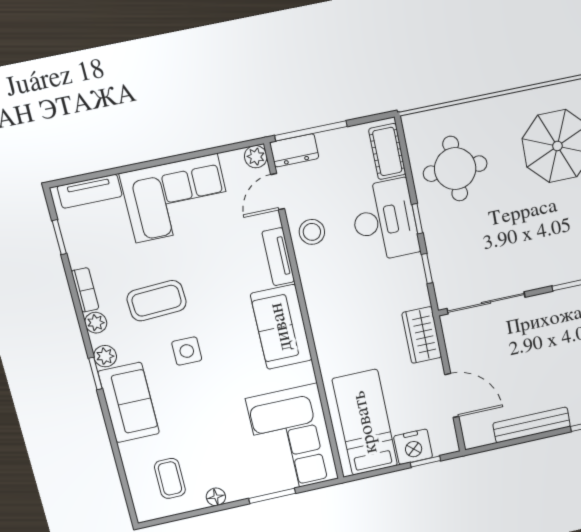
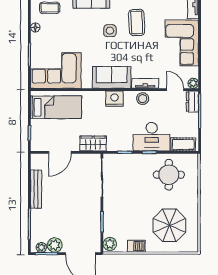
stool: (312, 232) -> (143, 99), moved
nightstand: (413, 447) -> (114, 99), moved, turned 90

